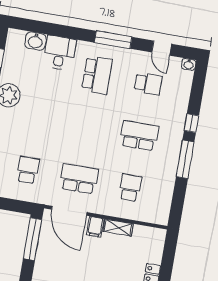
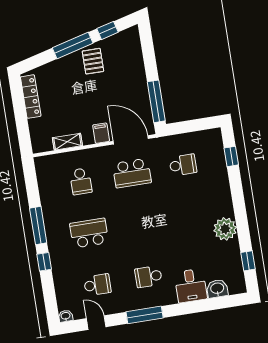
school desk: (97, 75) -> (148, 277), width x0.54
school desk: (148, 84) -> (97, 285), turned 180
school desk: (139, 136) -> (89, 233), turned 180
school desk: (28, 170) -> (183, 165), turned -90
shelving: (118, 228) -> (67, 142), moved

